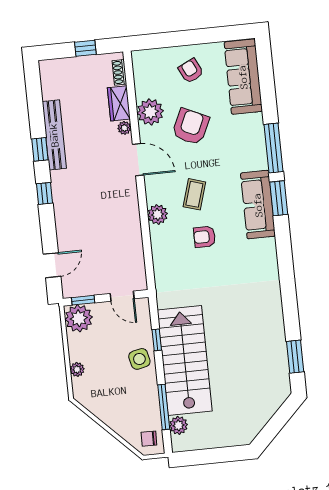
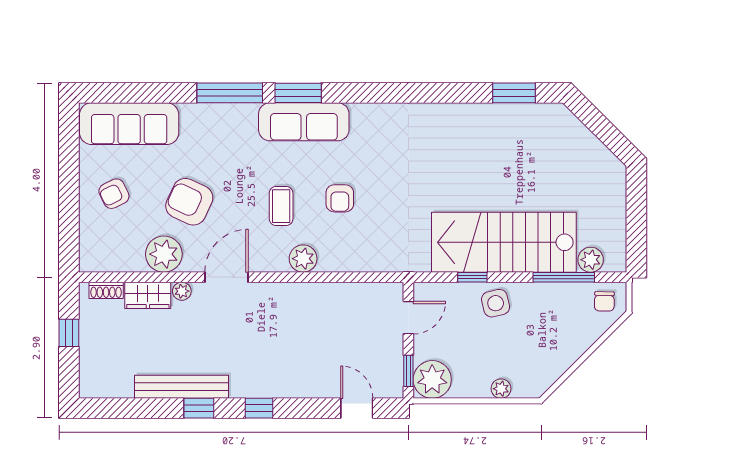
coffee table: (194, 194) -> (281, 206), turned 73

